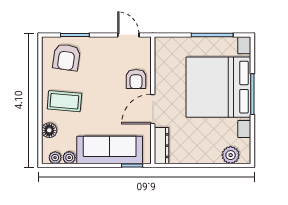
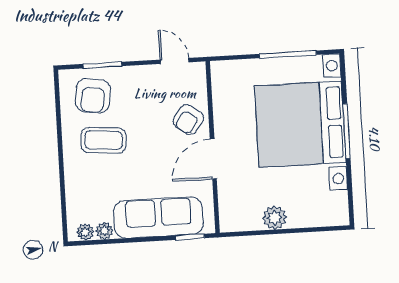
armchair: (136, 79) -> (188, 120), turned 36
coffee table: (64, 101) -> (103, 140), moved
floor lamp: (49, 130) -> (75, 196), removed
dresser: (162, 146) -> (228, 208), removed
plant: (231, 155) -> (275, 218), moved

